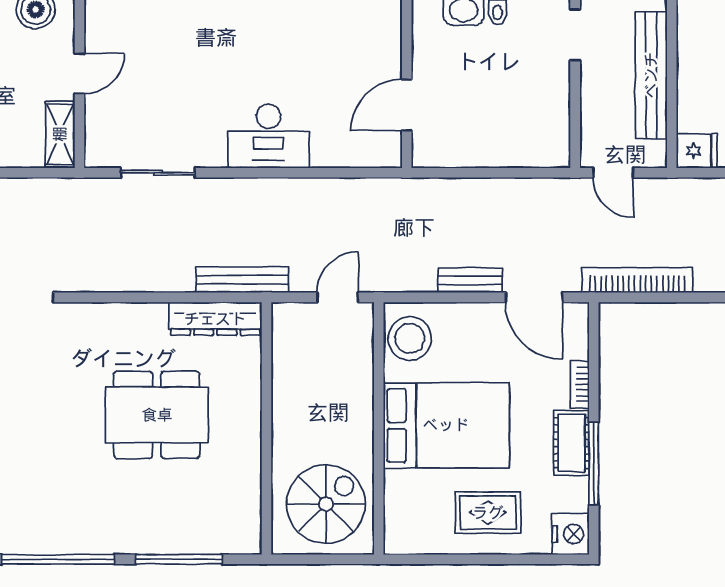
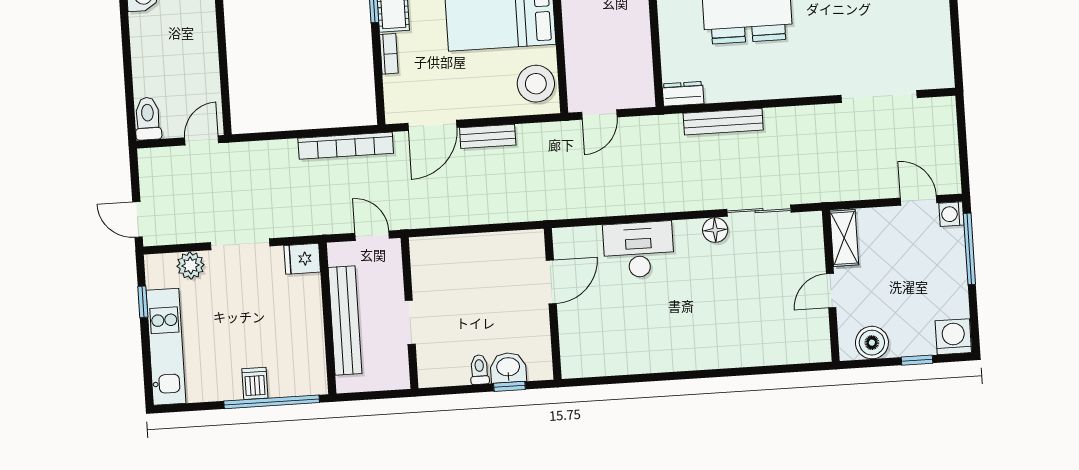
doorway: (575, 35) -> (410, 322), moved
desk: (269, 136) -> (639, 250), moved
floor lamp: (211, 153) -> (715, 230), added
bench: (242, 280) -> (723, 122), moved
door: (534, 297) -> (432, 125), swing flipped
dresser: (215, 319) -> (683, 94), width x0.51, depth x0.80

